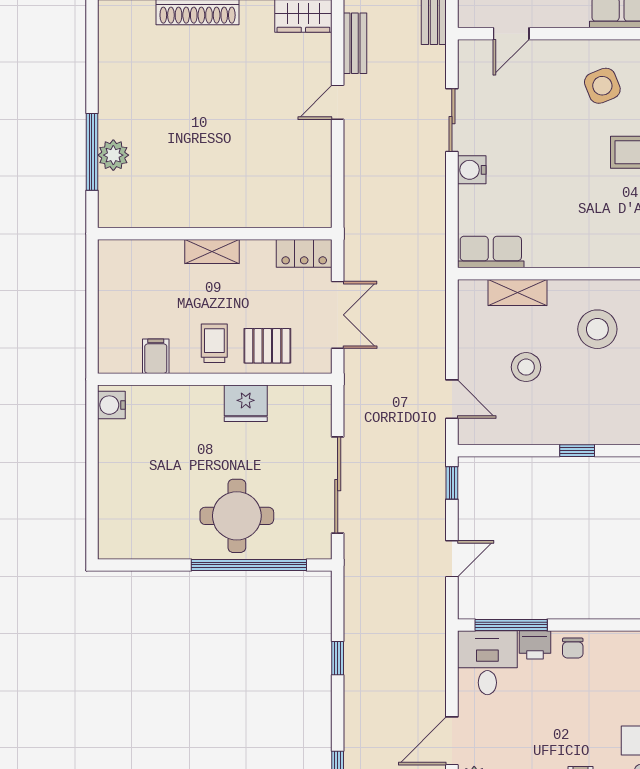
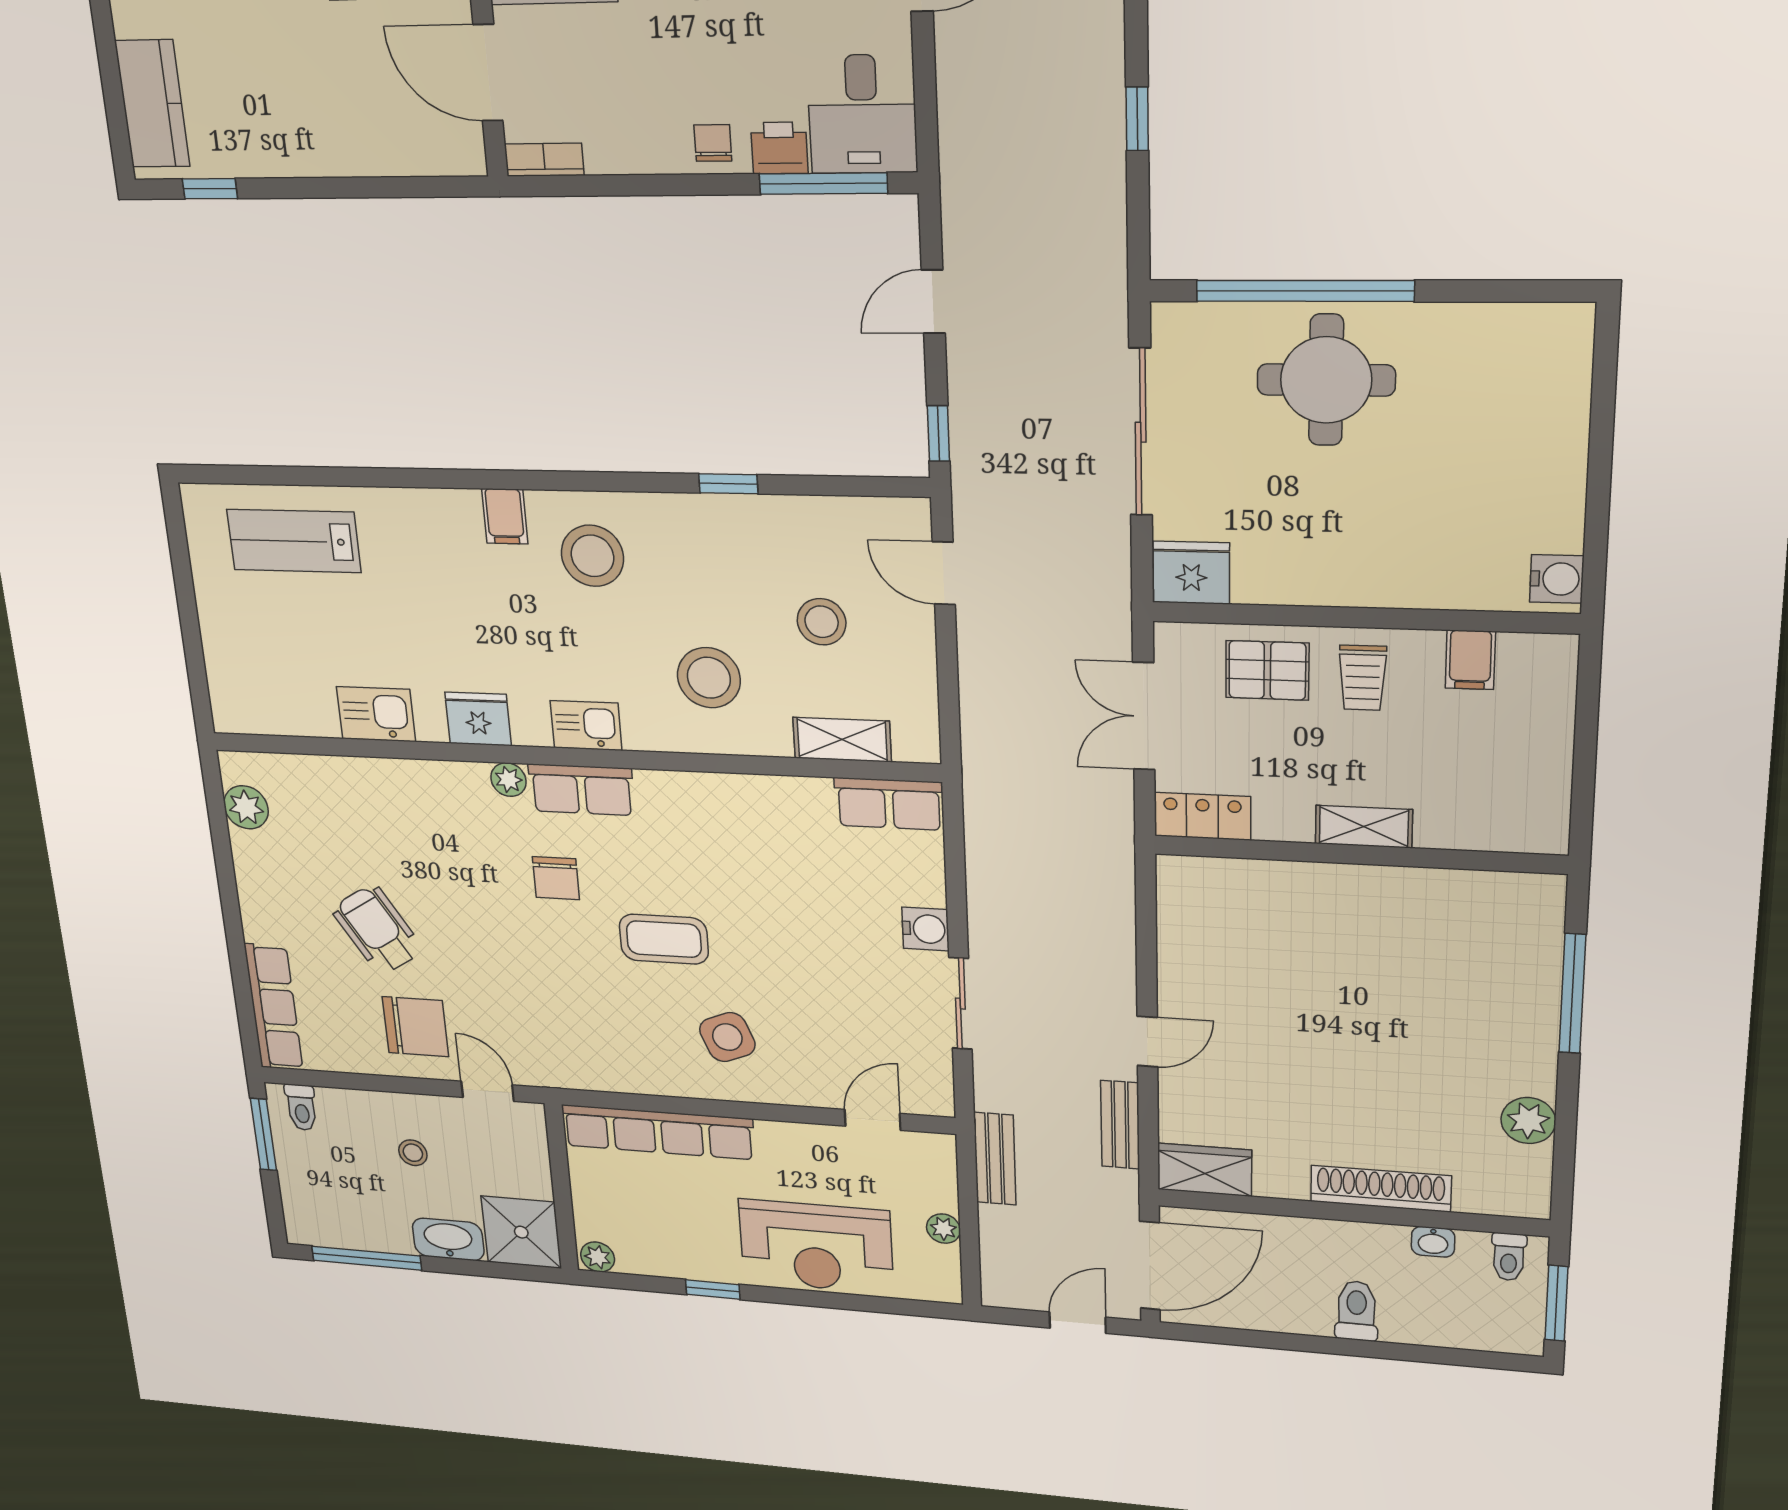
plant: (113, 155) -> (1528, 1121), moved
fridge: (246, 403) -> (1191, 573), moved

